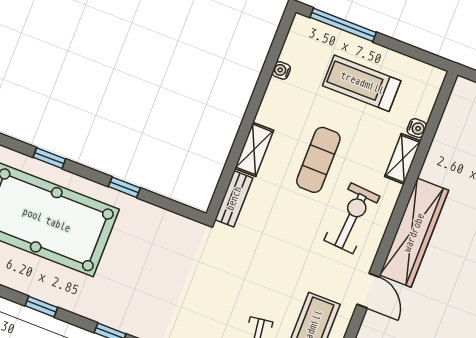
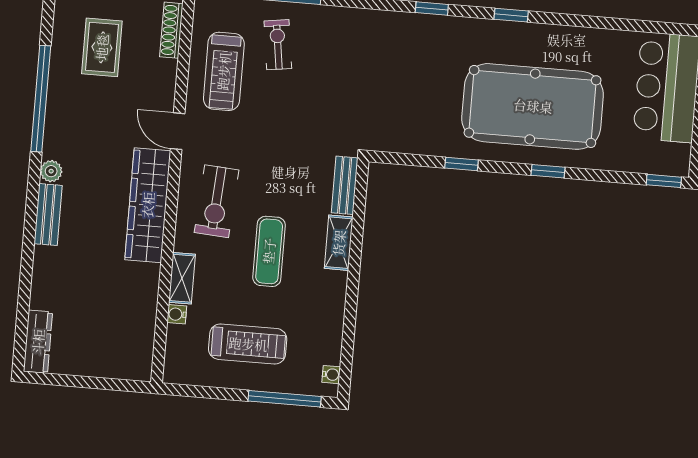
water cooler: (281, 70) -> (331, 375), moved

